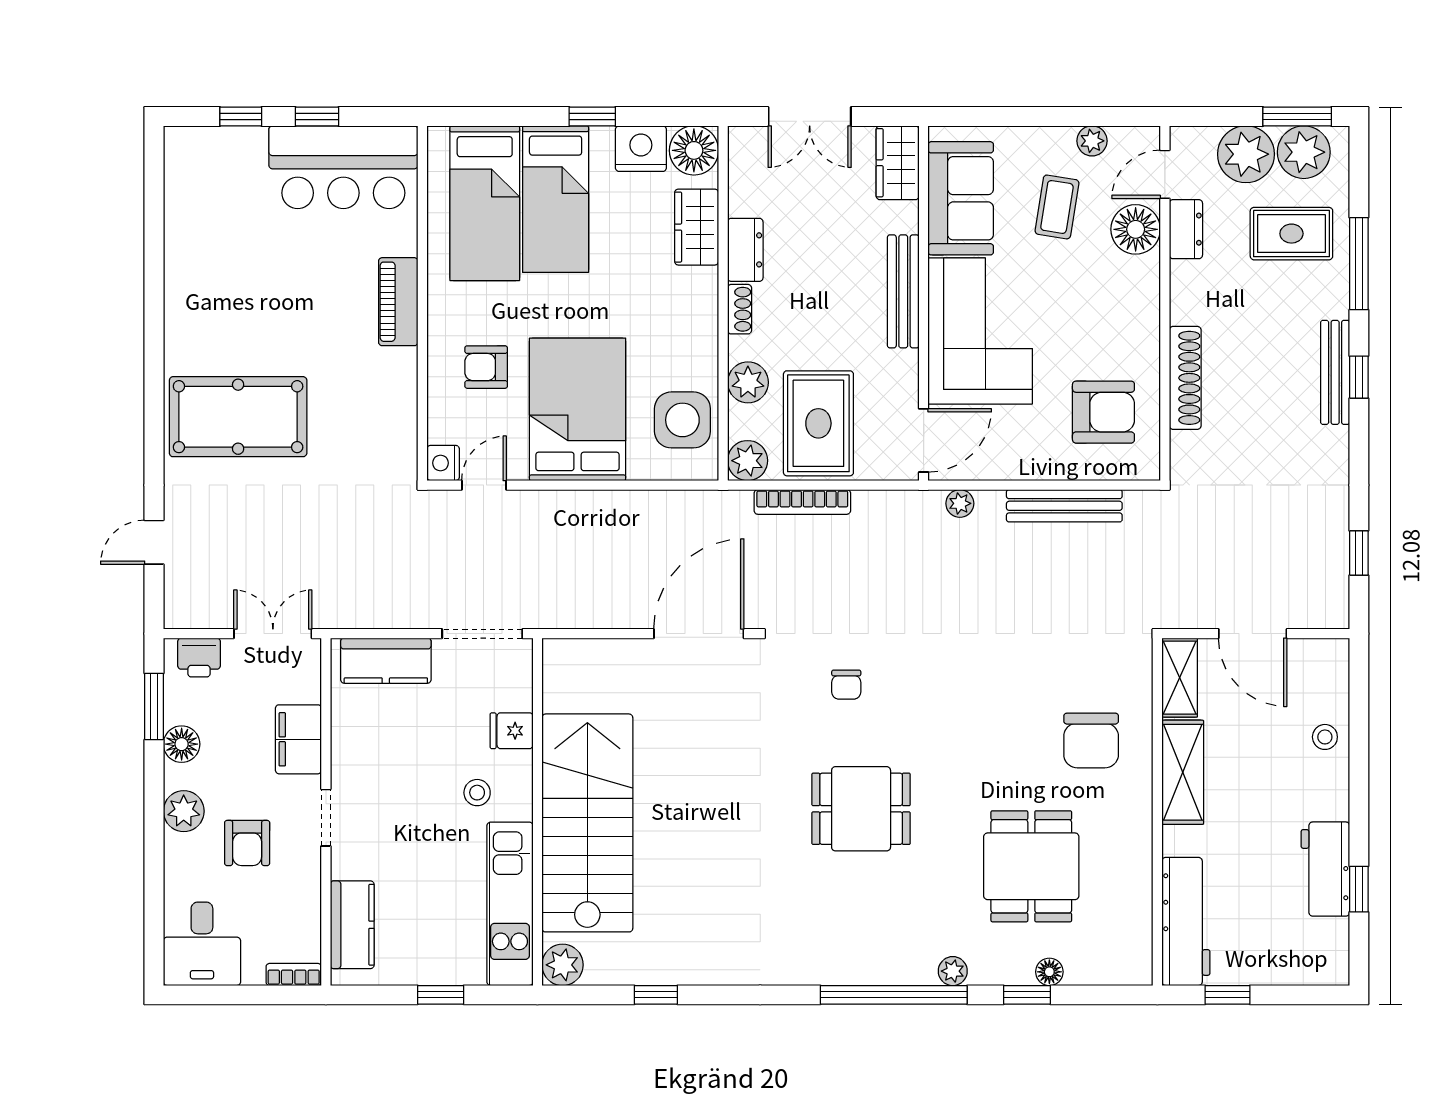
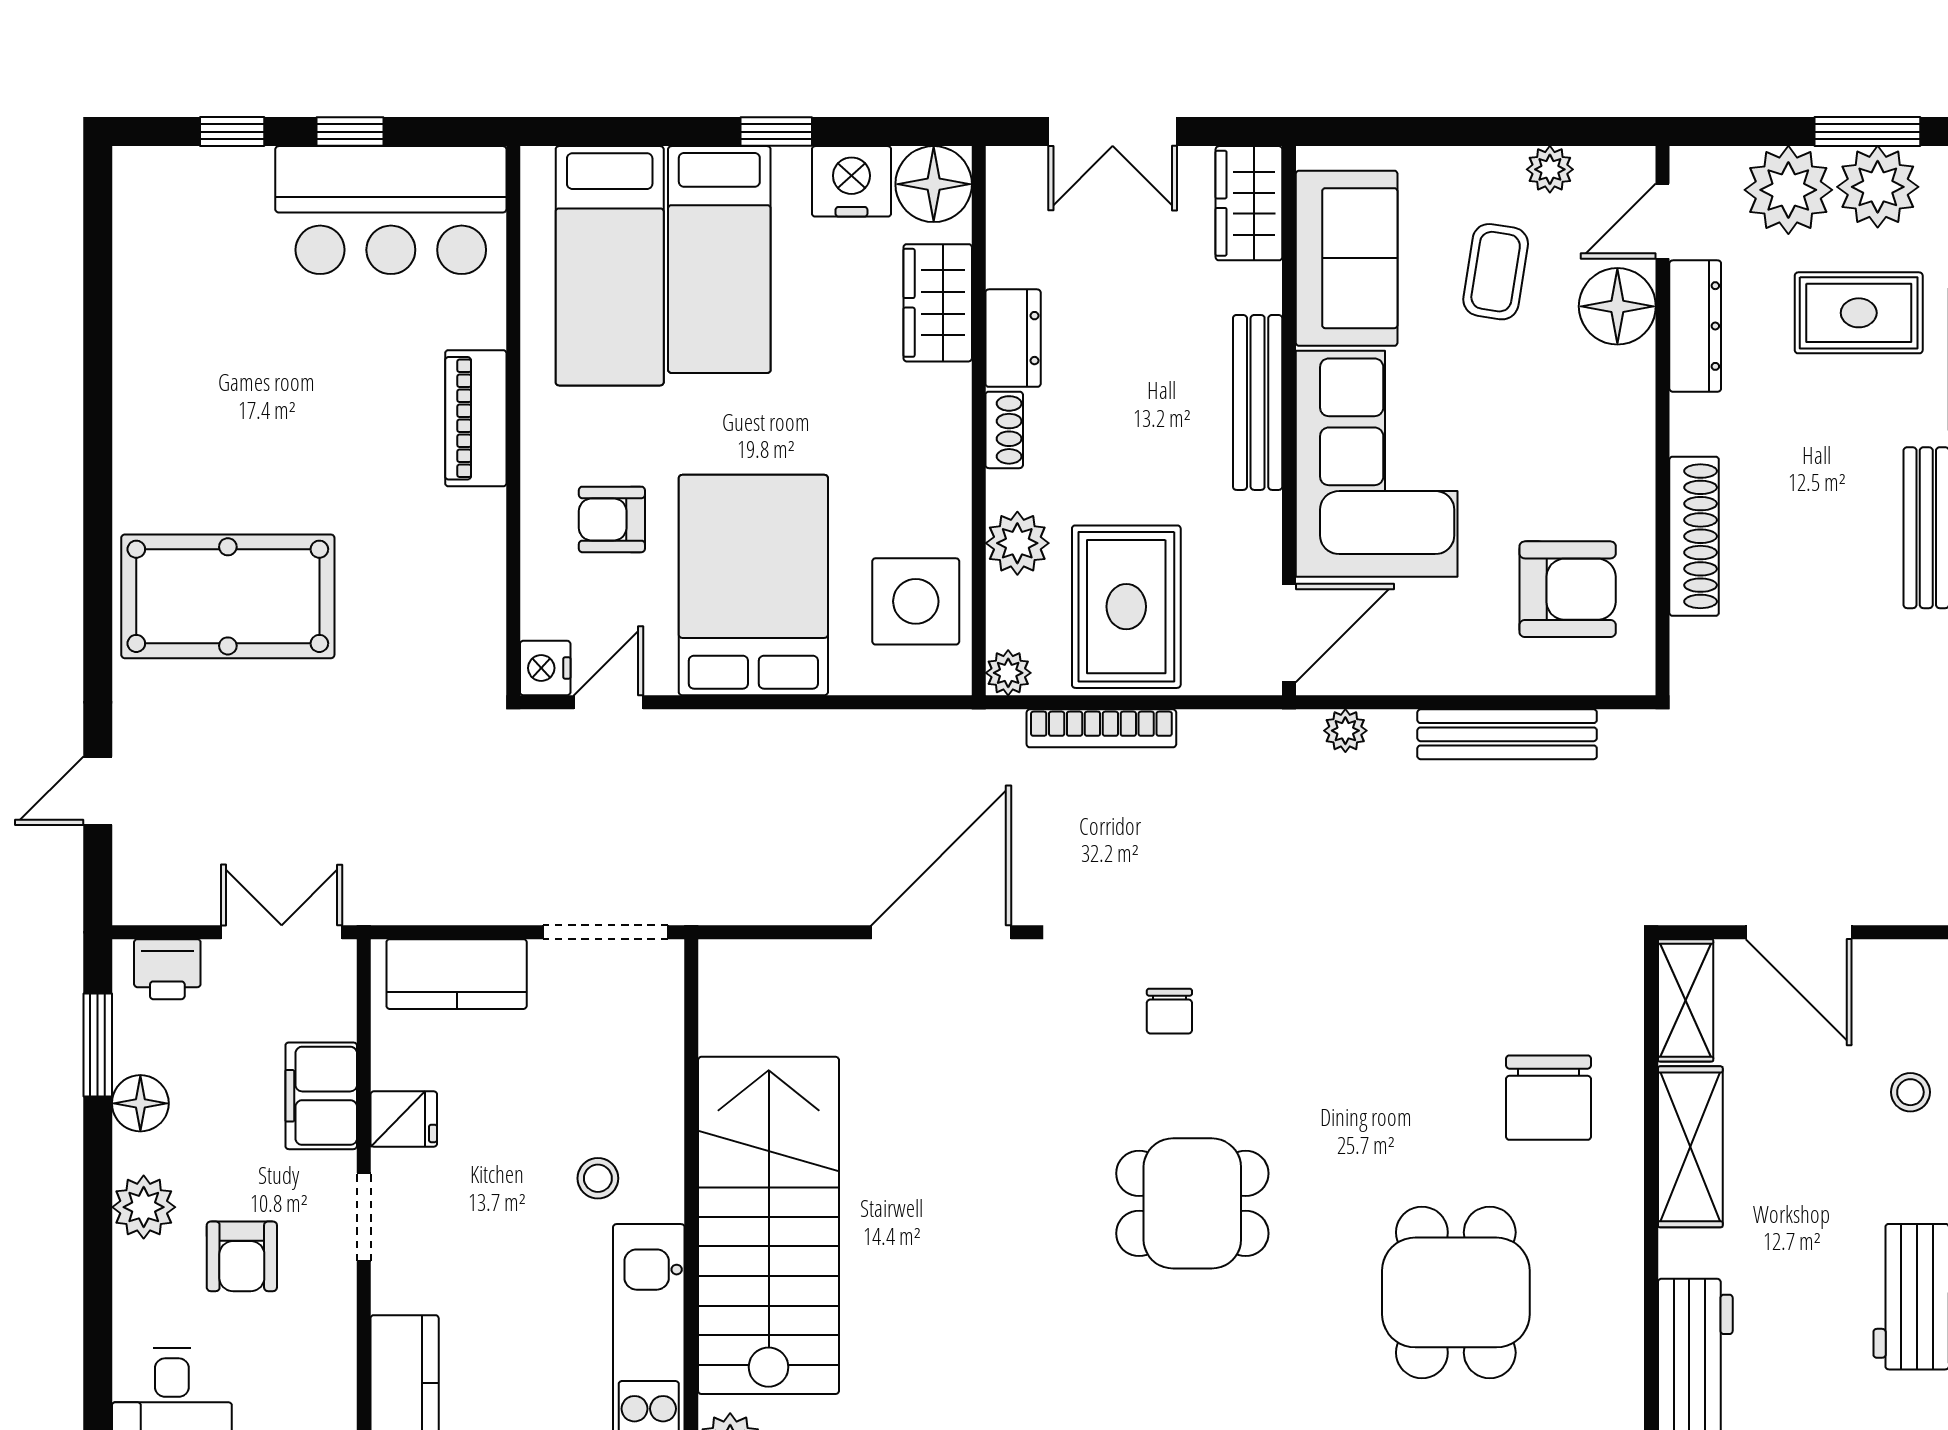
dresser: (1186, 229) -> (1695, 326), width x1.44
plant: (748, 461) -> (1008, 673), width x0.73, depth x0.73
fridge: (512, 731) -> (404, 1119), moved, turned 180

